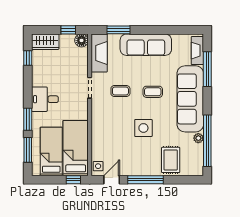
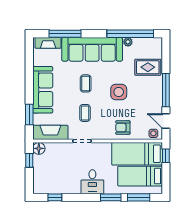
wardrobe: (45, 42) -> (40, 182), removed
armchair: (104, 133) -> (123, 128), added

